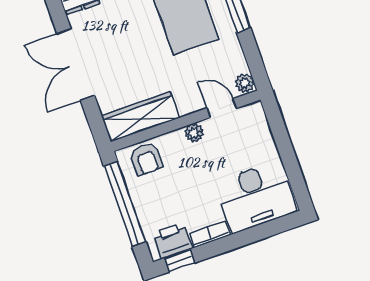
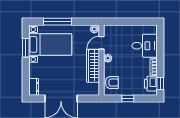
wardrobe: (140, 117) -> (93, 66), moved
desk: (256, 197) -> (145, 46), width x0.73
window: (125, 204) -> (128, 98), width x0.32

